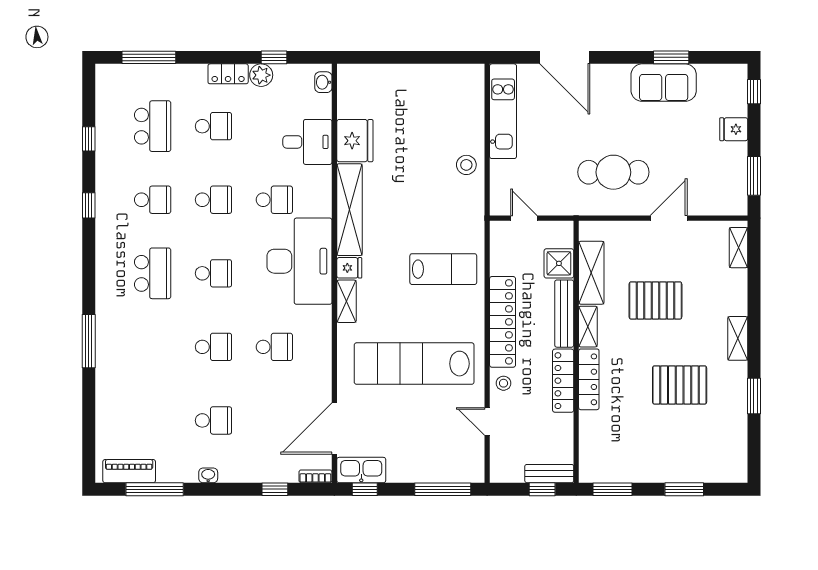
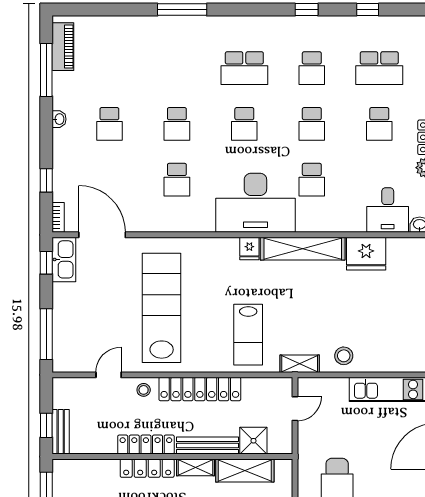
desk: (307, 142) -> (388, 210), moved
shelving: (347, 301) -> (300, 364), moved

